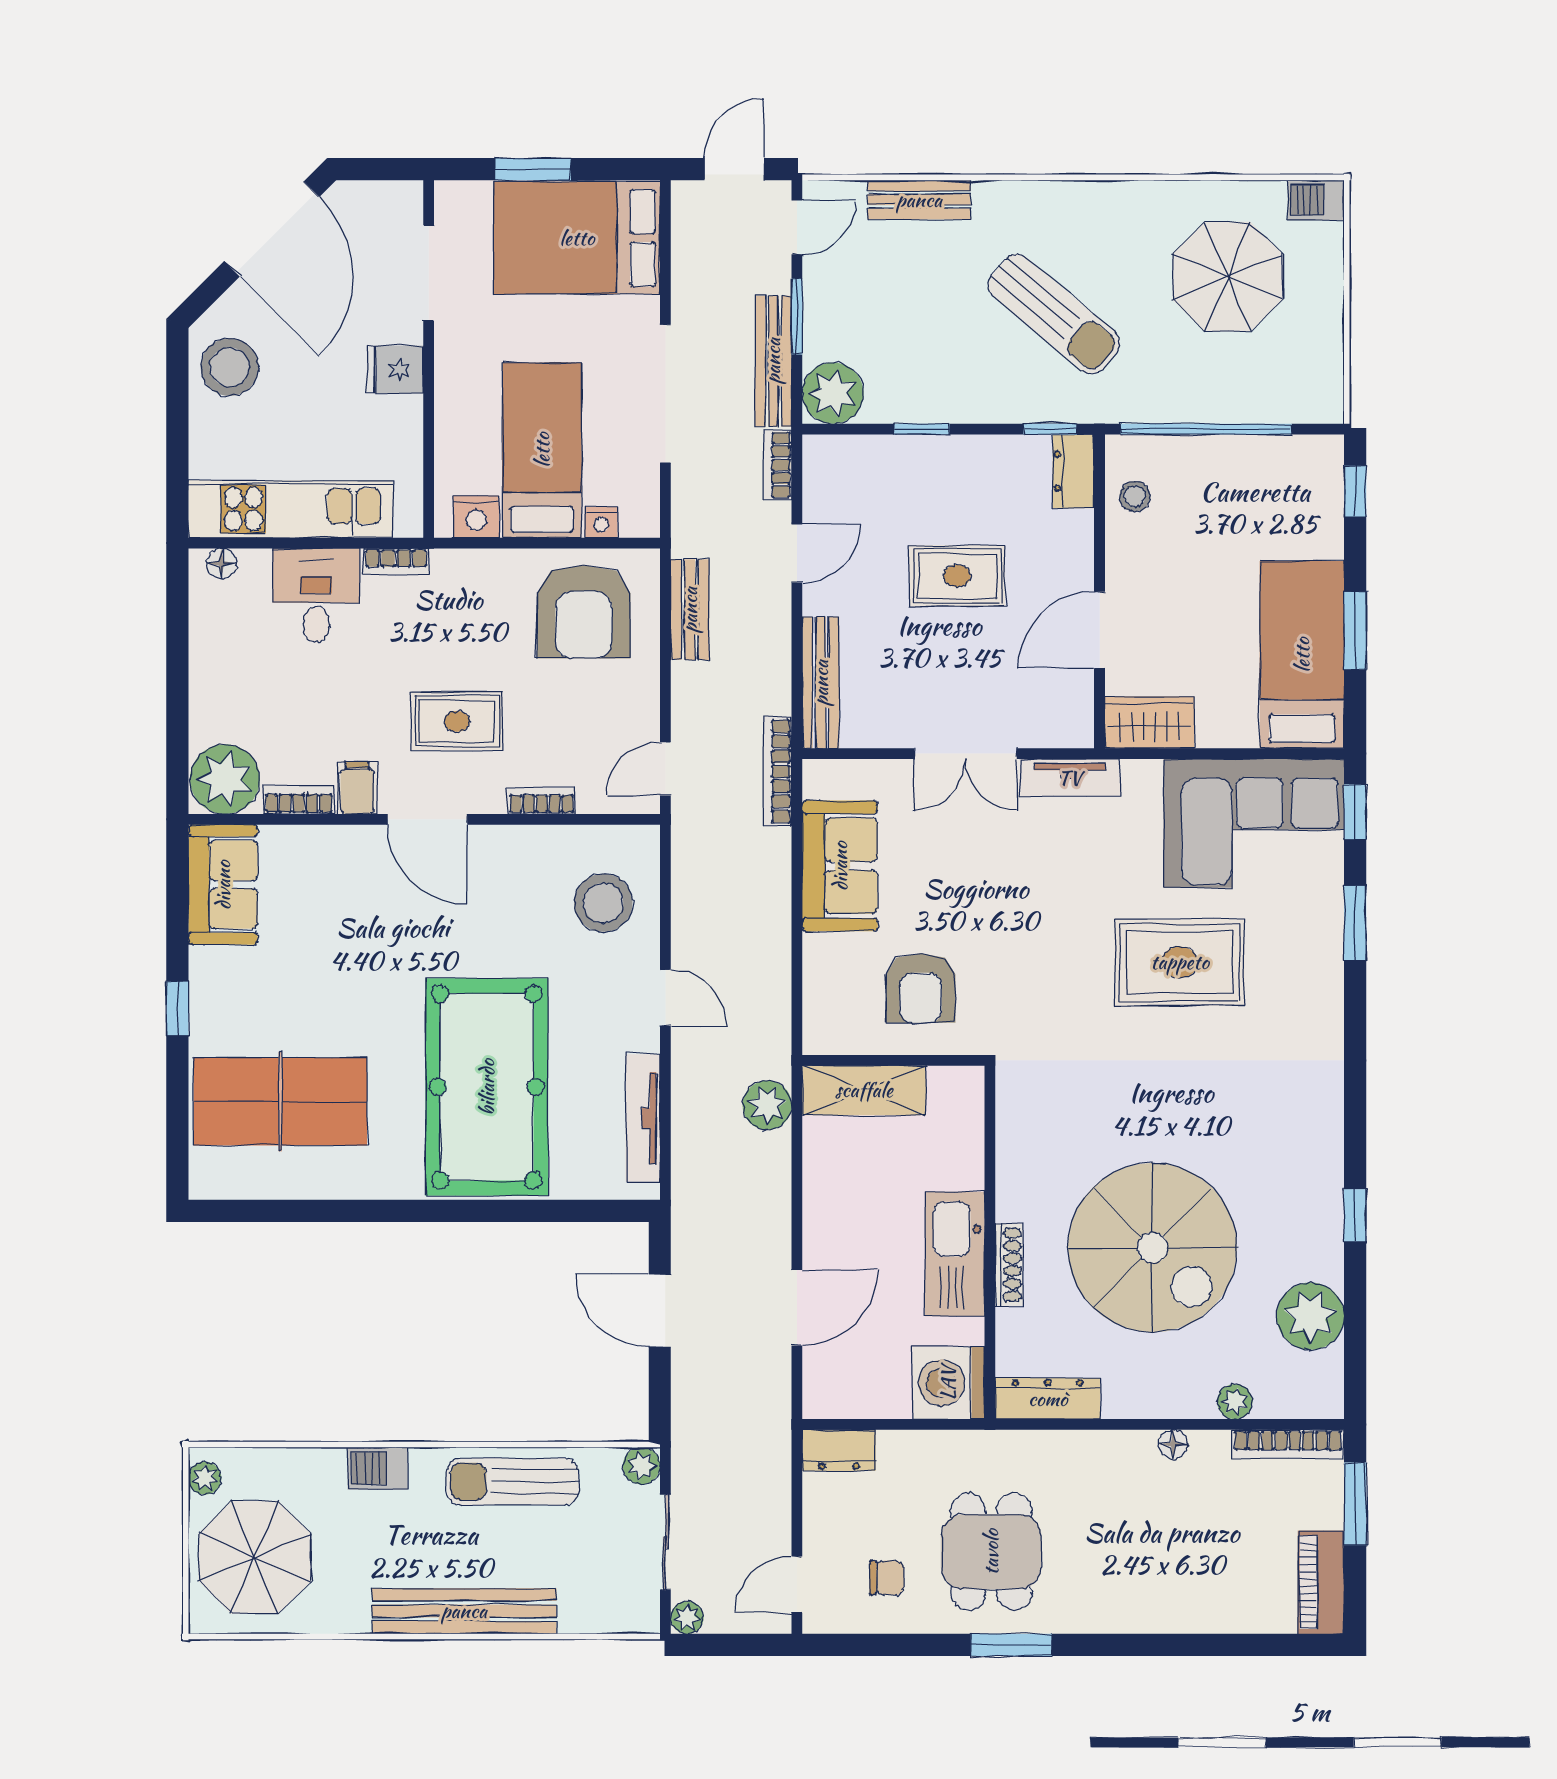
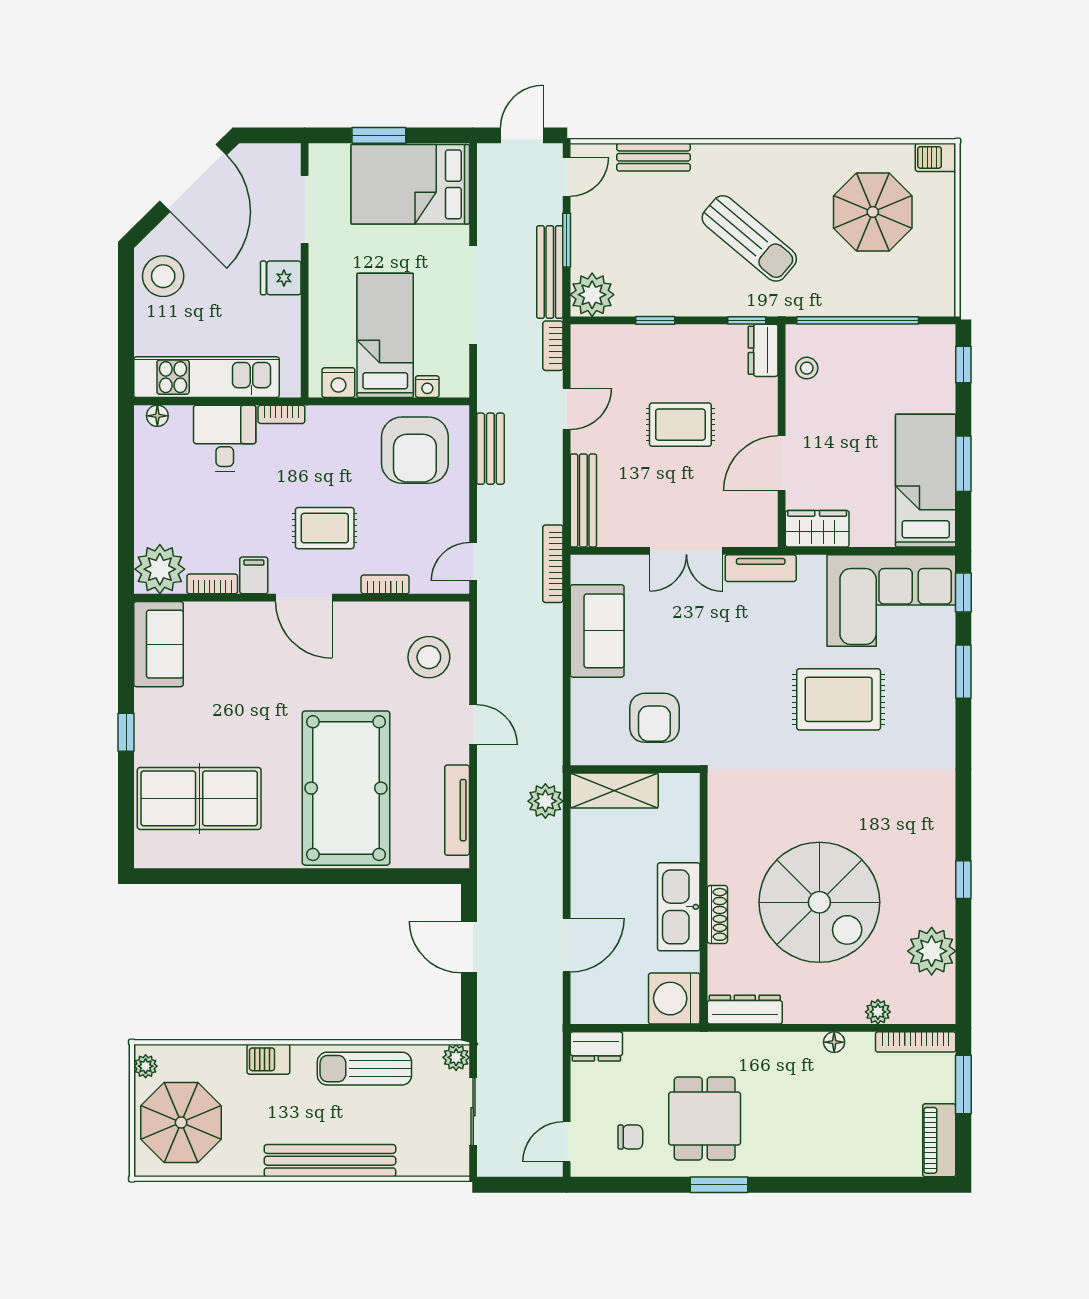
plant: (687, 1618) -> (488, 1165), removed

